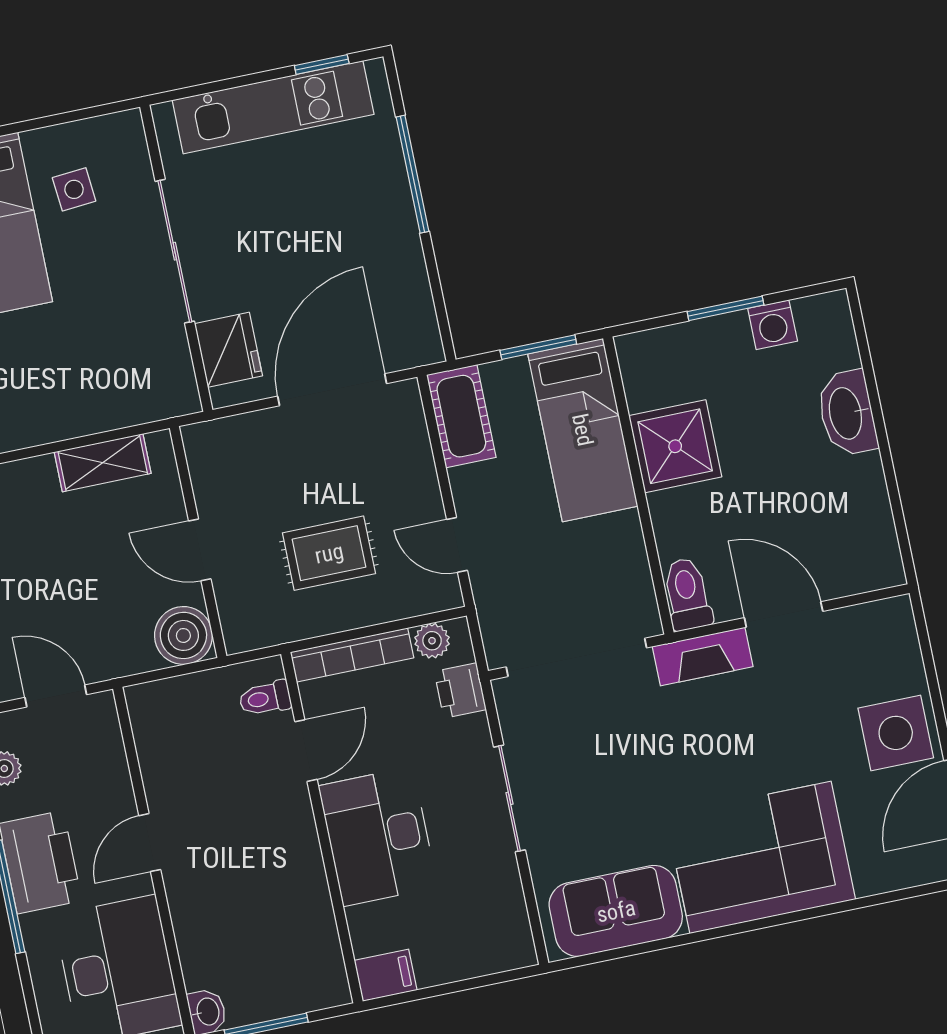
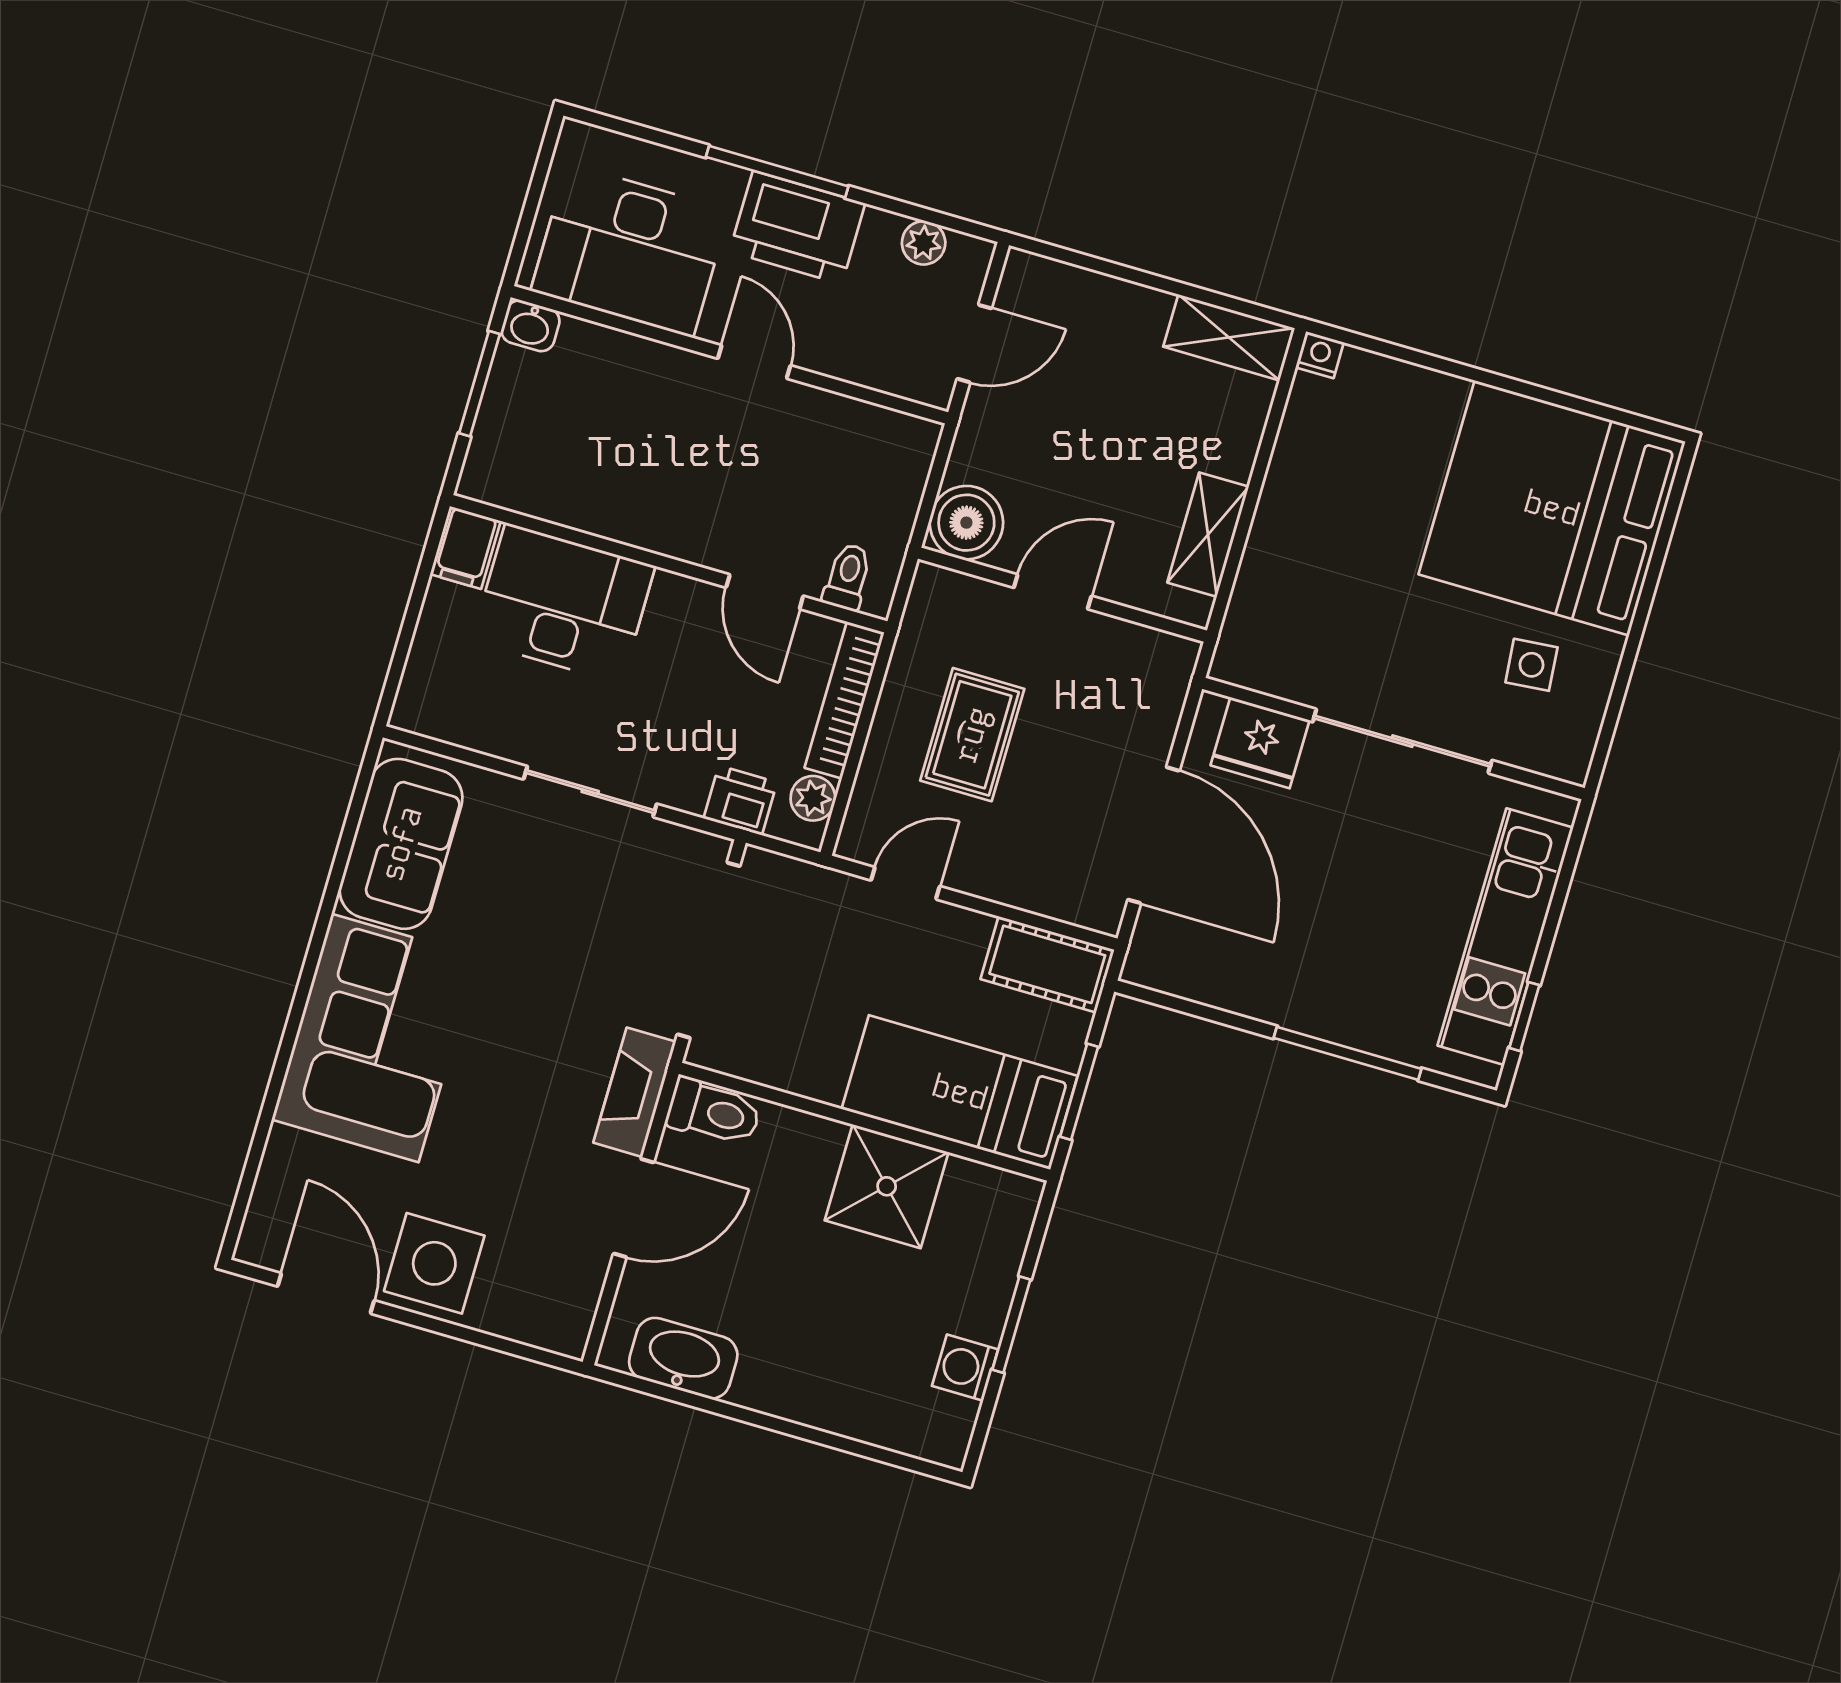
washbasin: (847, 413) -> (683, 1358), moved
desk: (378, 836) -> (563, 603), moved

